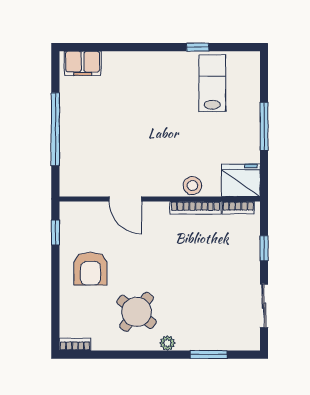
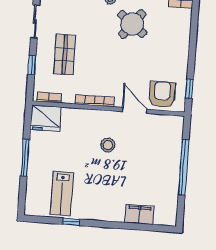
filing cabinet: (83, 63) -> (139, 214), moved
stool: (192, 186) -> (108, 145), moved
bookcase: (195, 208) -> (95, 101), moved
shop shelf: (222, 265) -> (65, 55), added
armchair: (90, 269) -> (162, 94), moved

